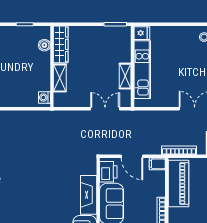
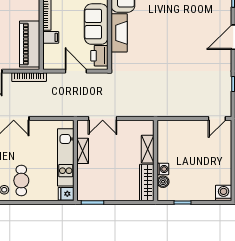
cafe table: (187, 46) -> (21, 181), added
washing machine: (44, 98) -> (163, 169), moved
filing cabinet: (157, 164) -> (51, 37), moved

